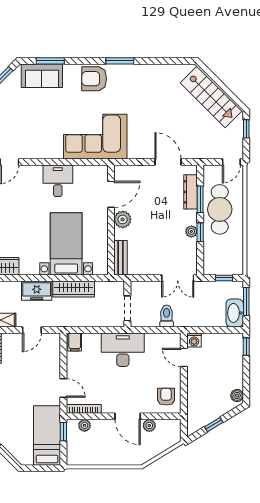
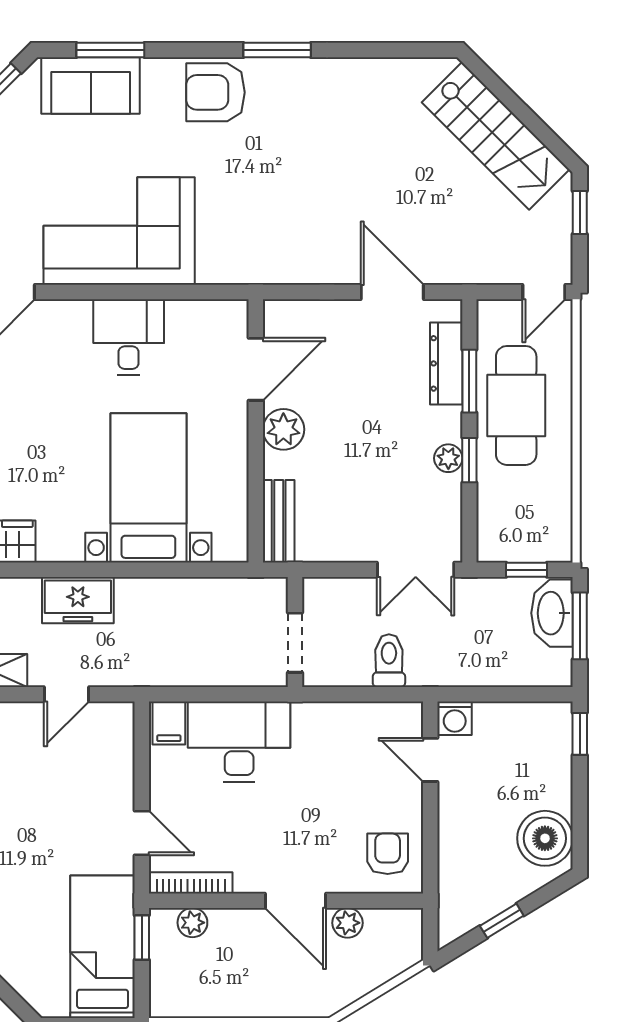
corner sofa: (95, 137) -> (119, 231), moved
wardrobe: (74, 289) -> (166, 596), removed
washbasin: (235, 313) -> (552, 613), moved
desk: (123, 350) -> (239, 741), moved
boiler: (237, 396) -> (545, 838), width x1.86, depth x1.86

